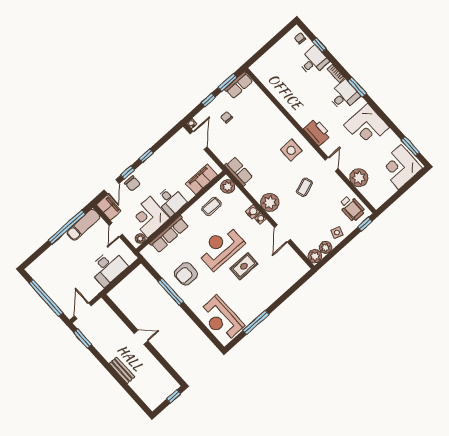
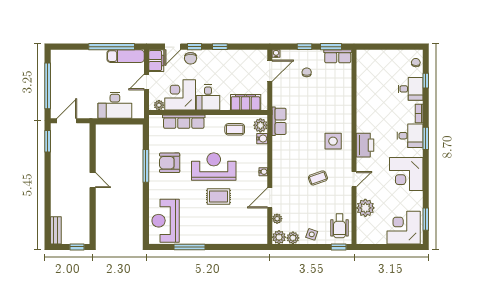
plant: (270, 202) -> (277, 219), moved, width x0.53, depth x0.53
water cooler: (253, 212) -> (262, 139), moved
bench: (122, 370) -> (56, 230), moved

